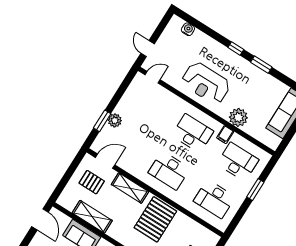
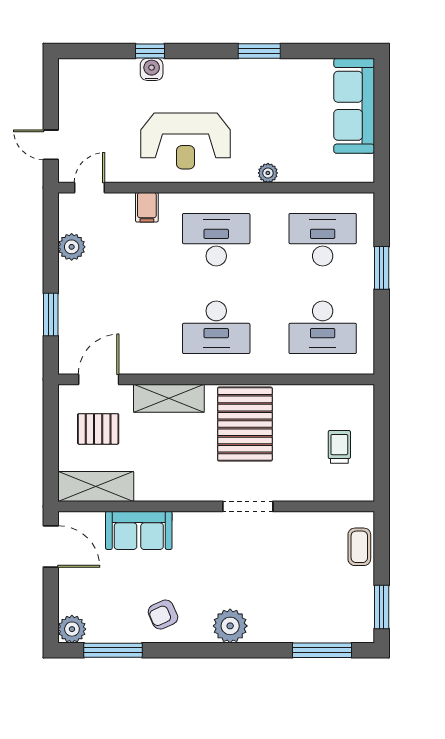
water cooler: (188, 29) -> (152, 69), moved
window: (236, 48) -> (150, 51), moved
plant: (238, 117) -> (268, 173), width x0.53, depth x0.53
plant: (115, 120) -> (72, 247), moved
filing cabinet: (225, 135) -> (147, 207), moved
shelving: (92, 217) -> (96, 486), moved

